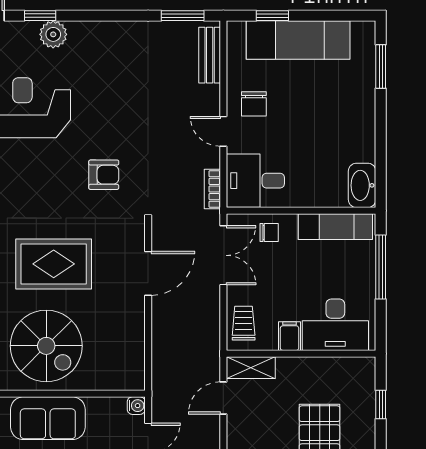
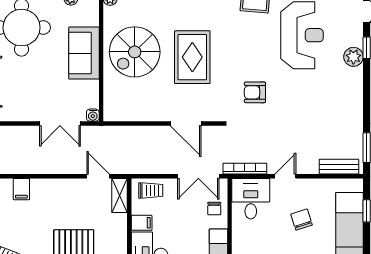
chair: (254, 104) -> (302, 220), moved, turned 72
armchair: (104, 175) -> (255, 92), turned 90
bookcase: (212, 189) -> (245, 169), width x1.56

